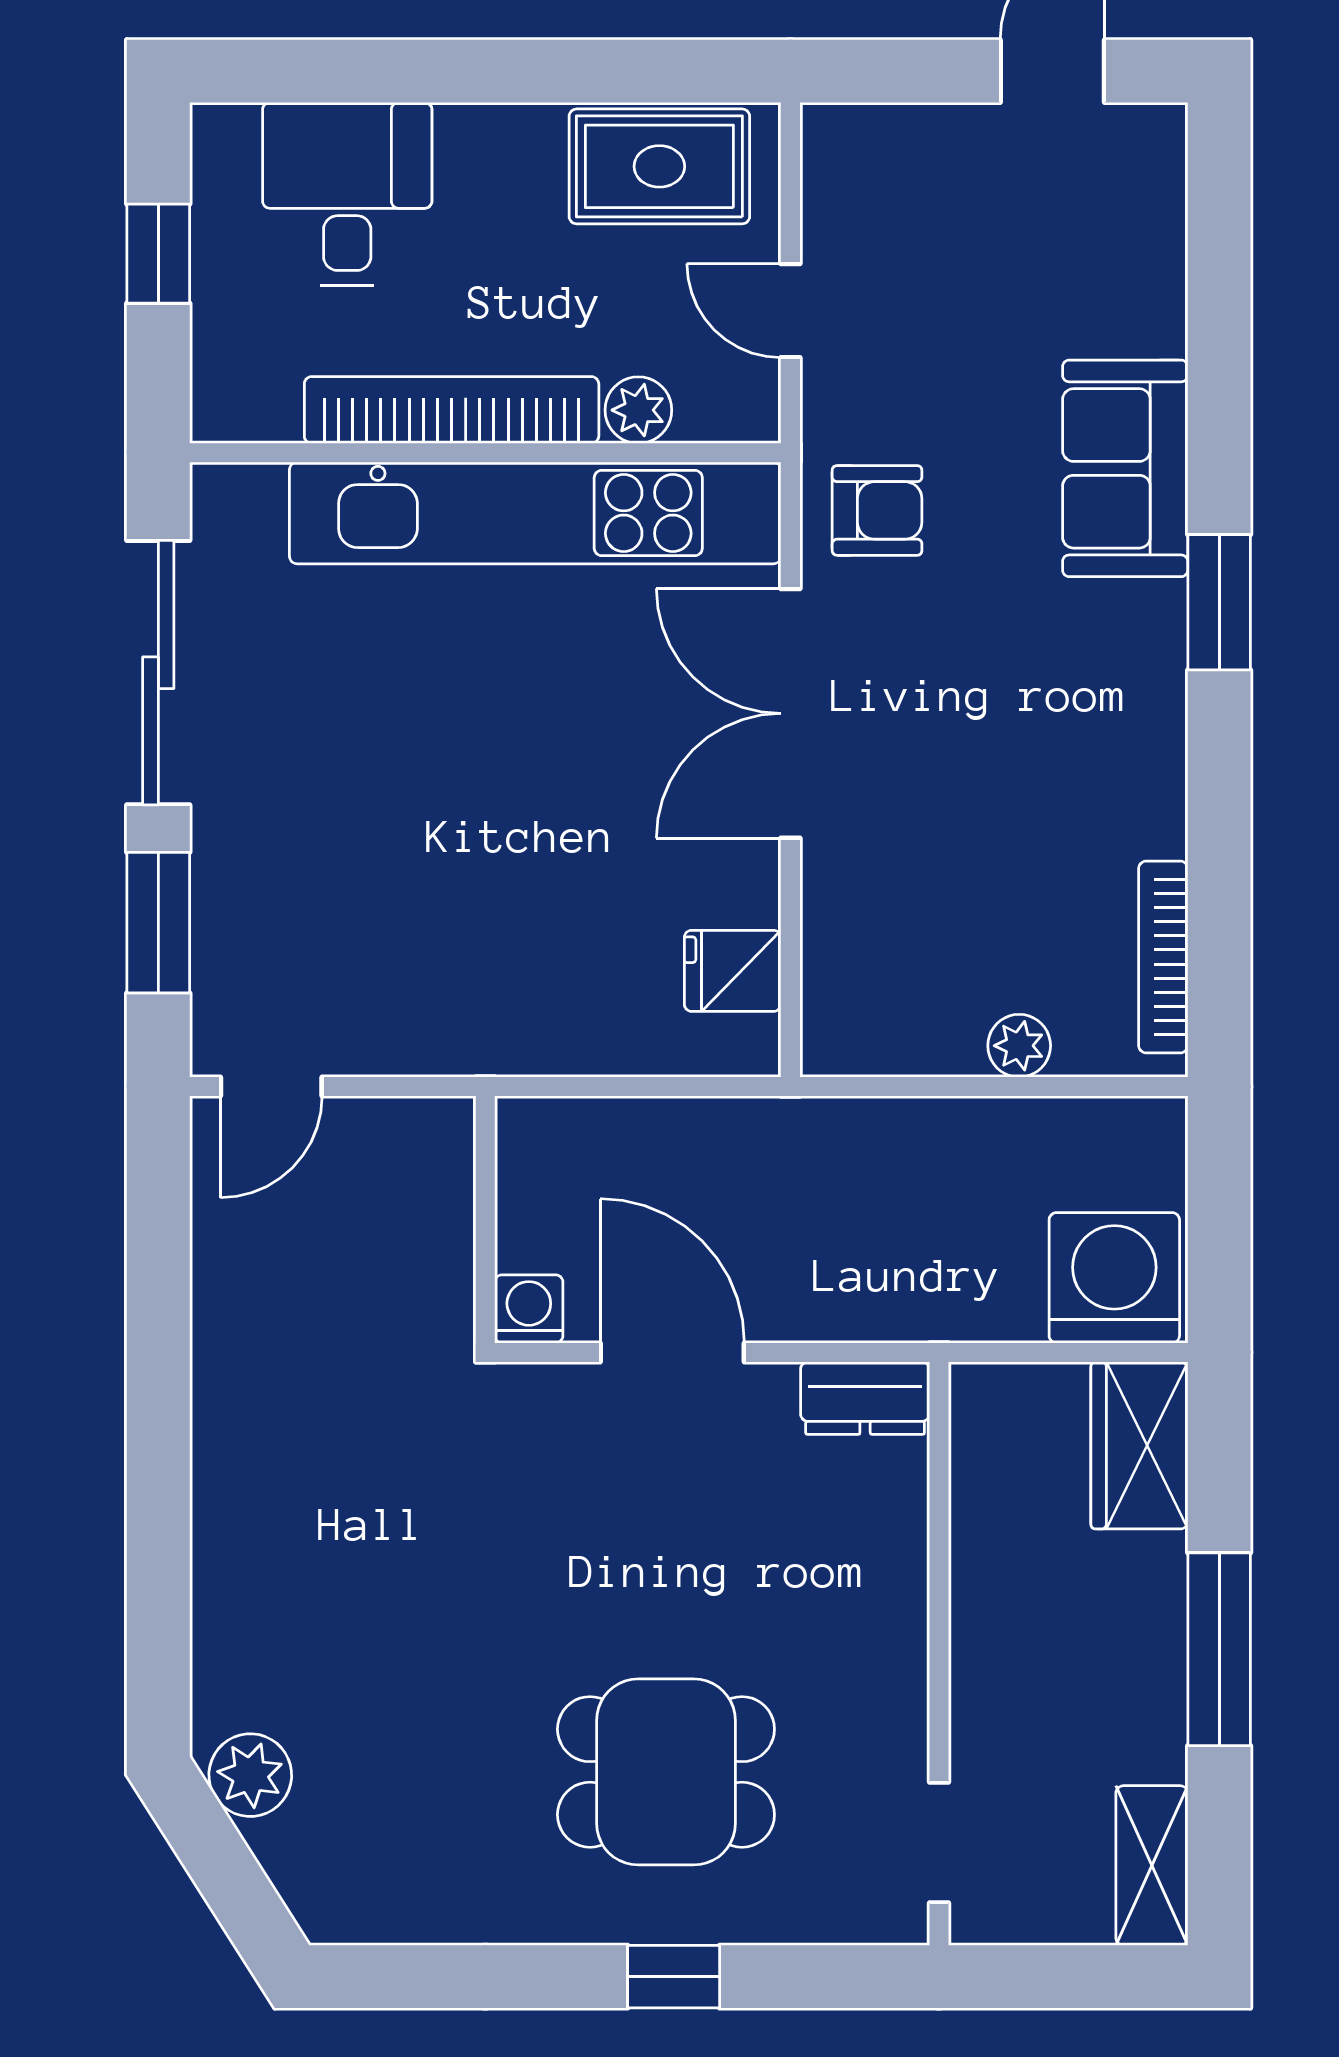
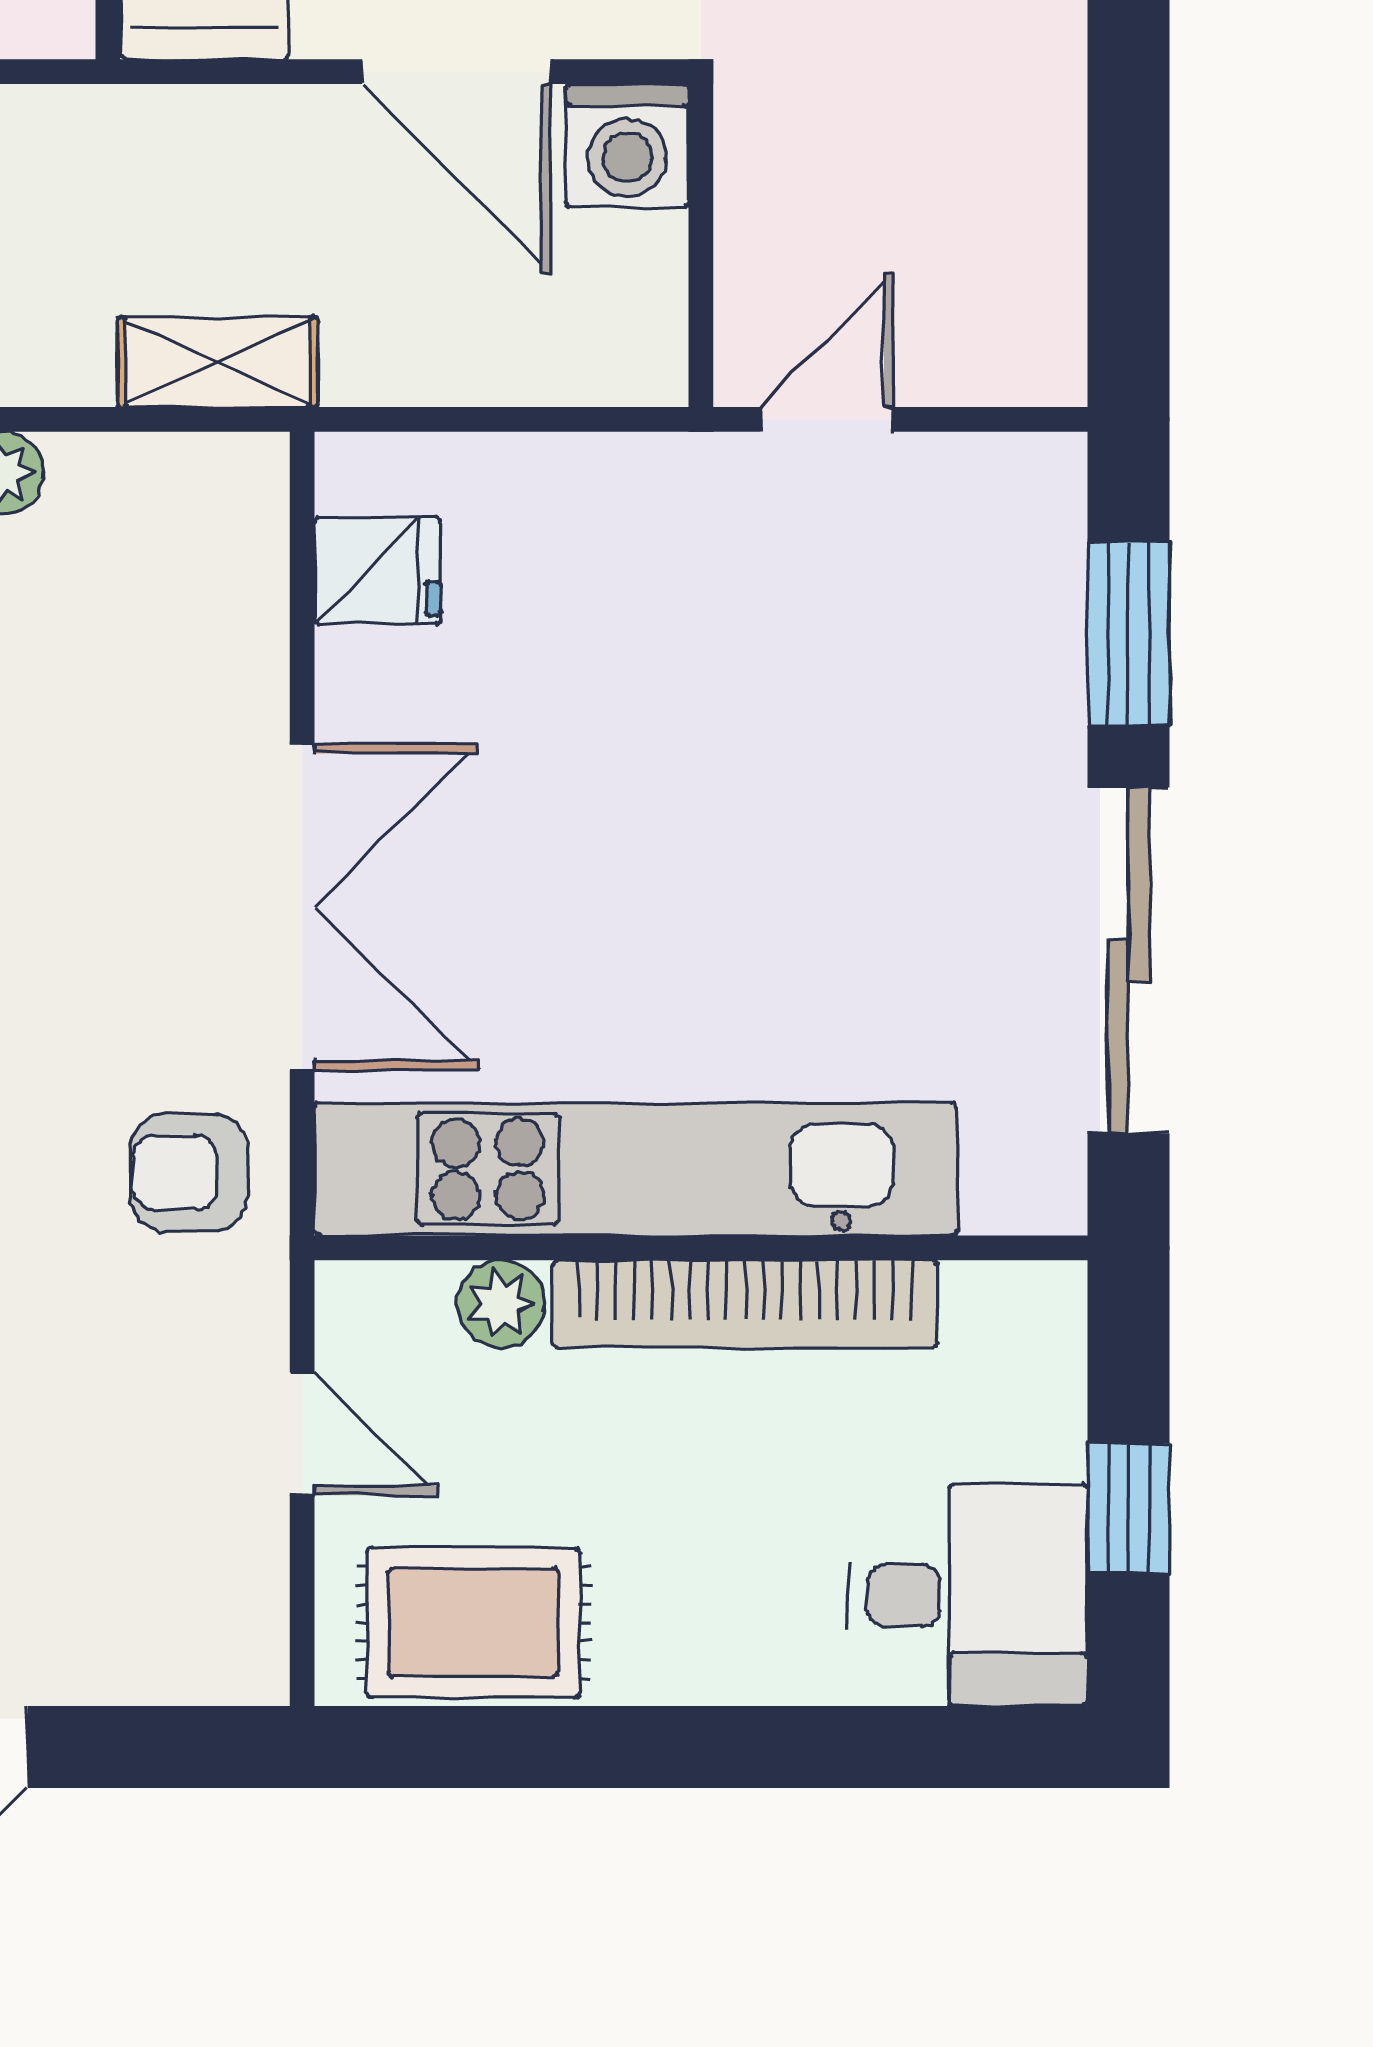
desk: (347, 194) -> (968, 1595), moved, turned -90
door: (271, 1086) -> (827, 419), moved
shelving: (855, 1130) -> (218, 362), added
washing machine: (529, 1309) -> (627, 145), width x1.38, depth x1.38

